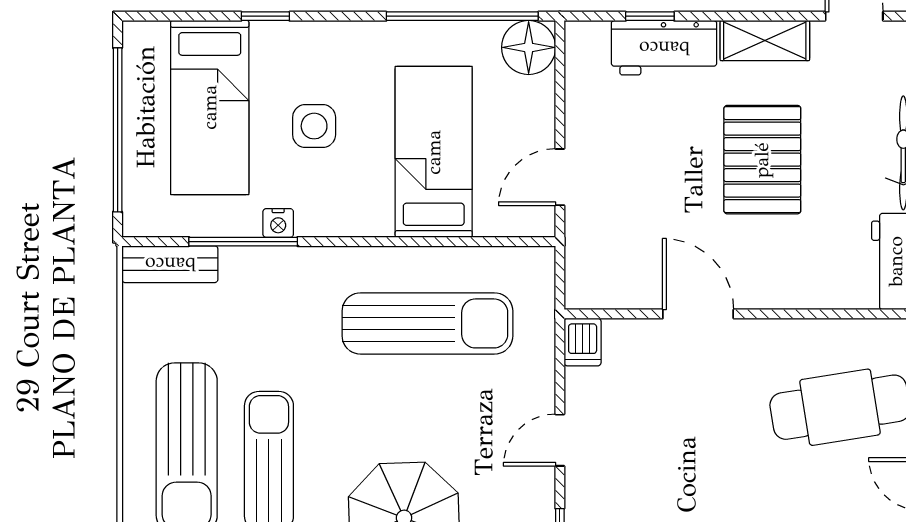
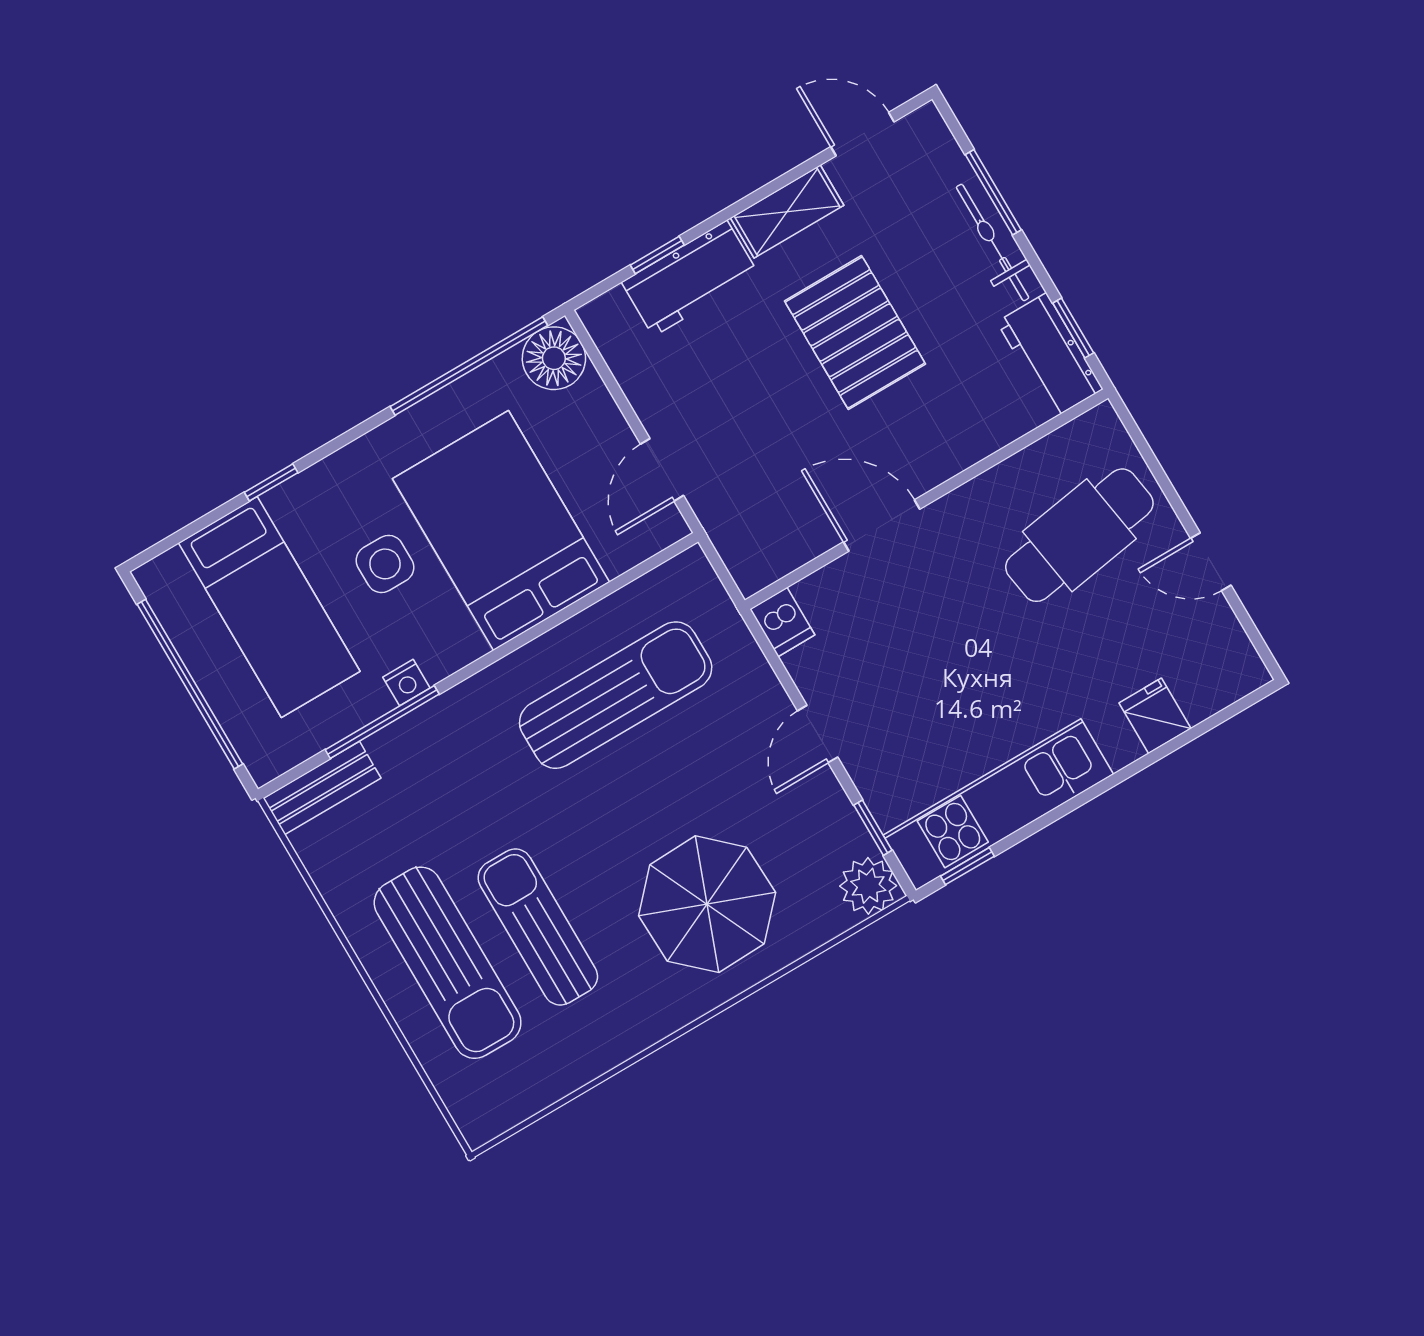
bed: (434, 152) -> (501, 530), width x1.50

